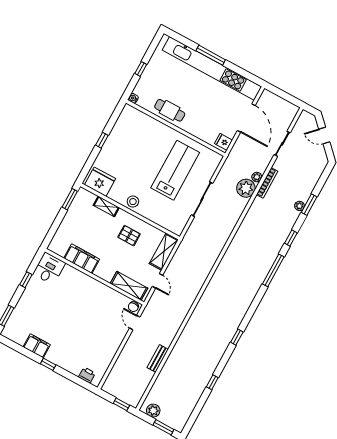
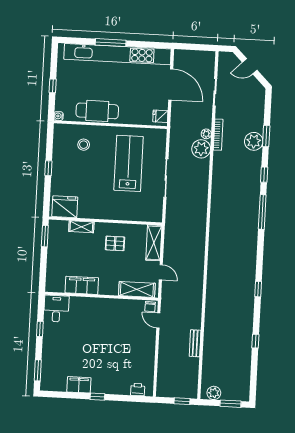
cafe table: (170, 110) -> (97, 111), width x1.37, depth x1.35
stool: (133, 202) -> (84, 145), moved
plant: (299, 206) -> (254, 141), width x1.88, depth x1.88

